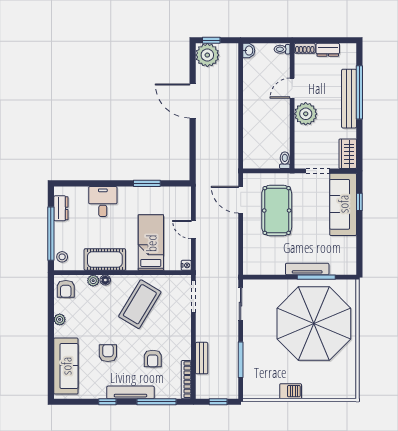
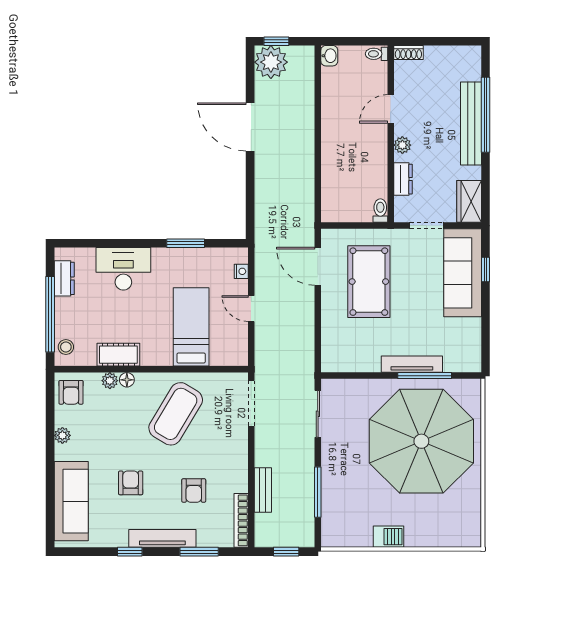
dresser: (328, 50) -> (403, 179), moved, turned -90
plant: (306, 114) -> (402, 145), width x0.53, depth x0.53
desk: (103, 201) -> (123, 269), width x1.37
cot: (105, 260) -> (118, 355), width x0.73, depth x0.75
nightstand: (186, 265) -> (241, 271), moved
window: (156, 402) -> (199, 552), width x0.69

